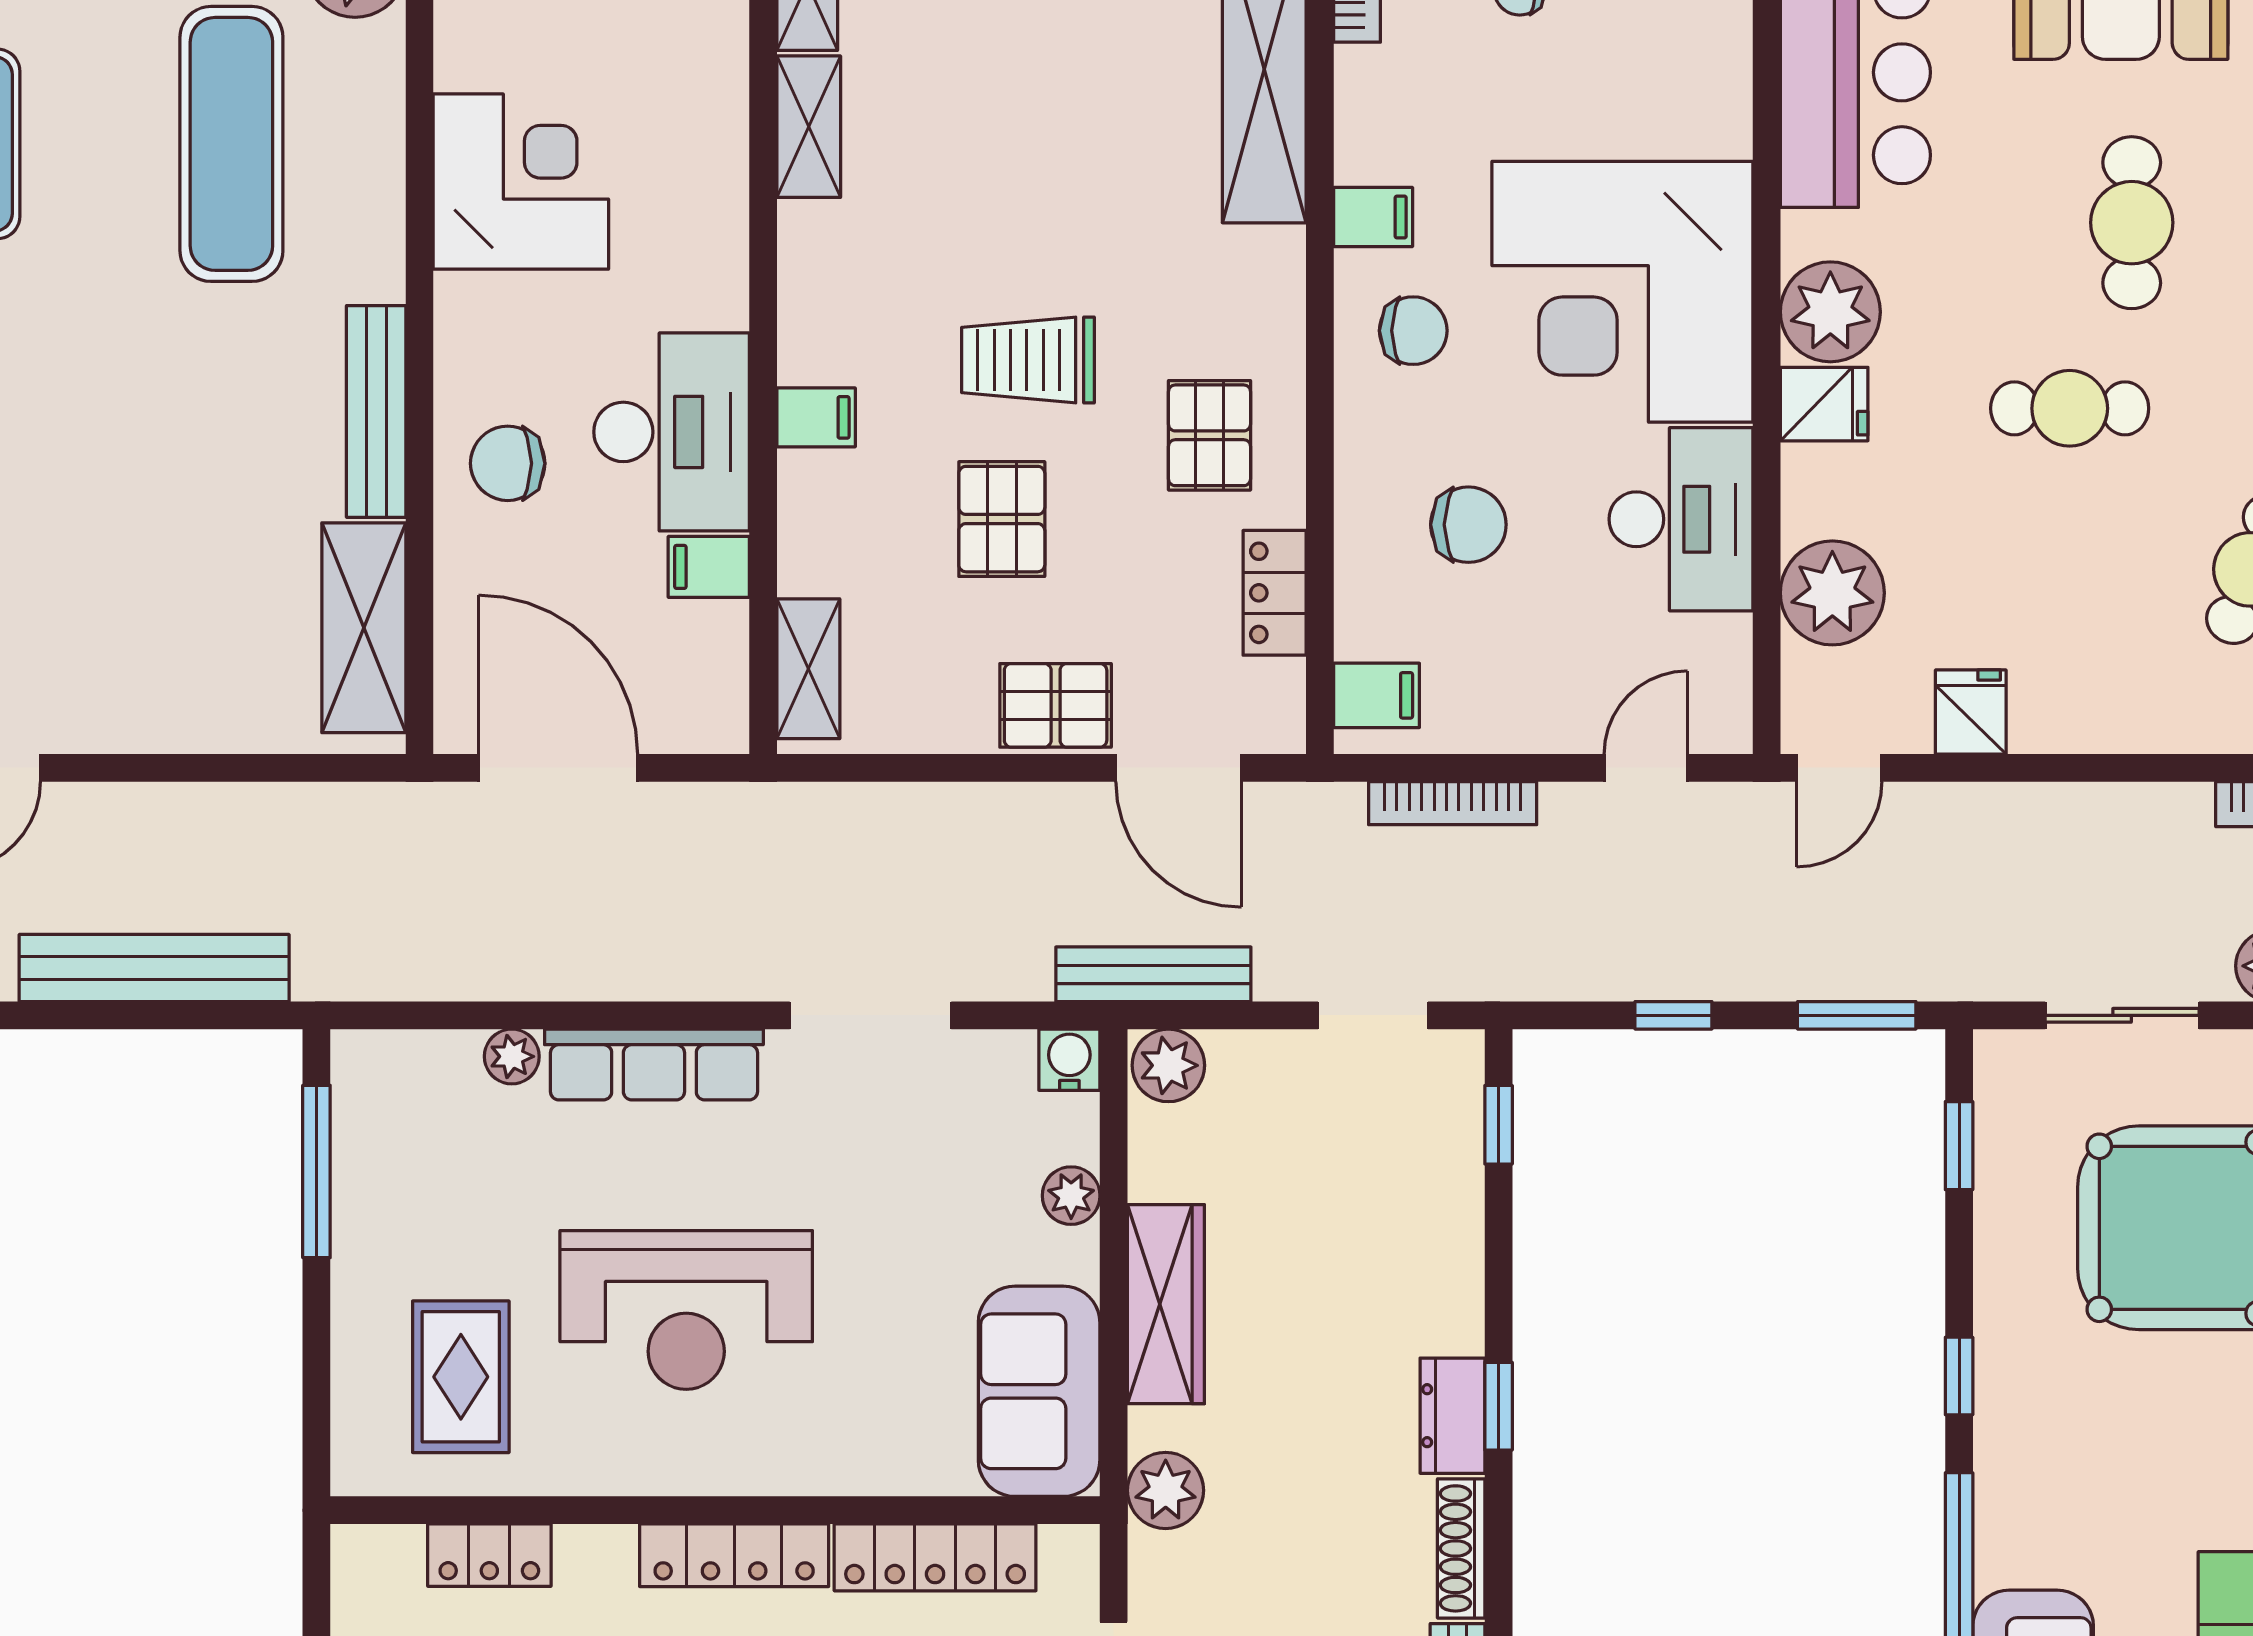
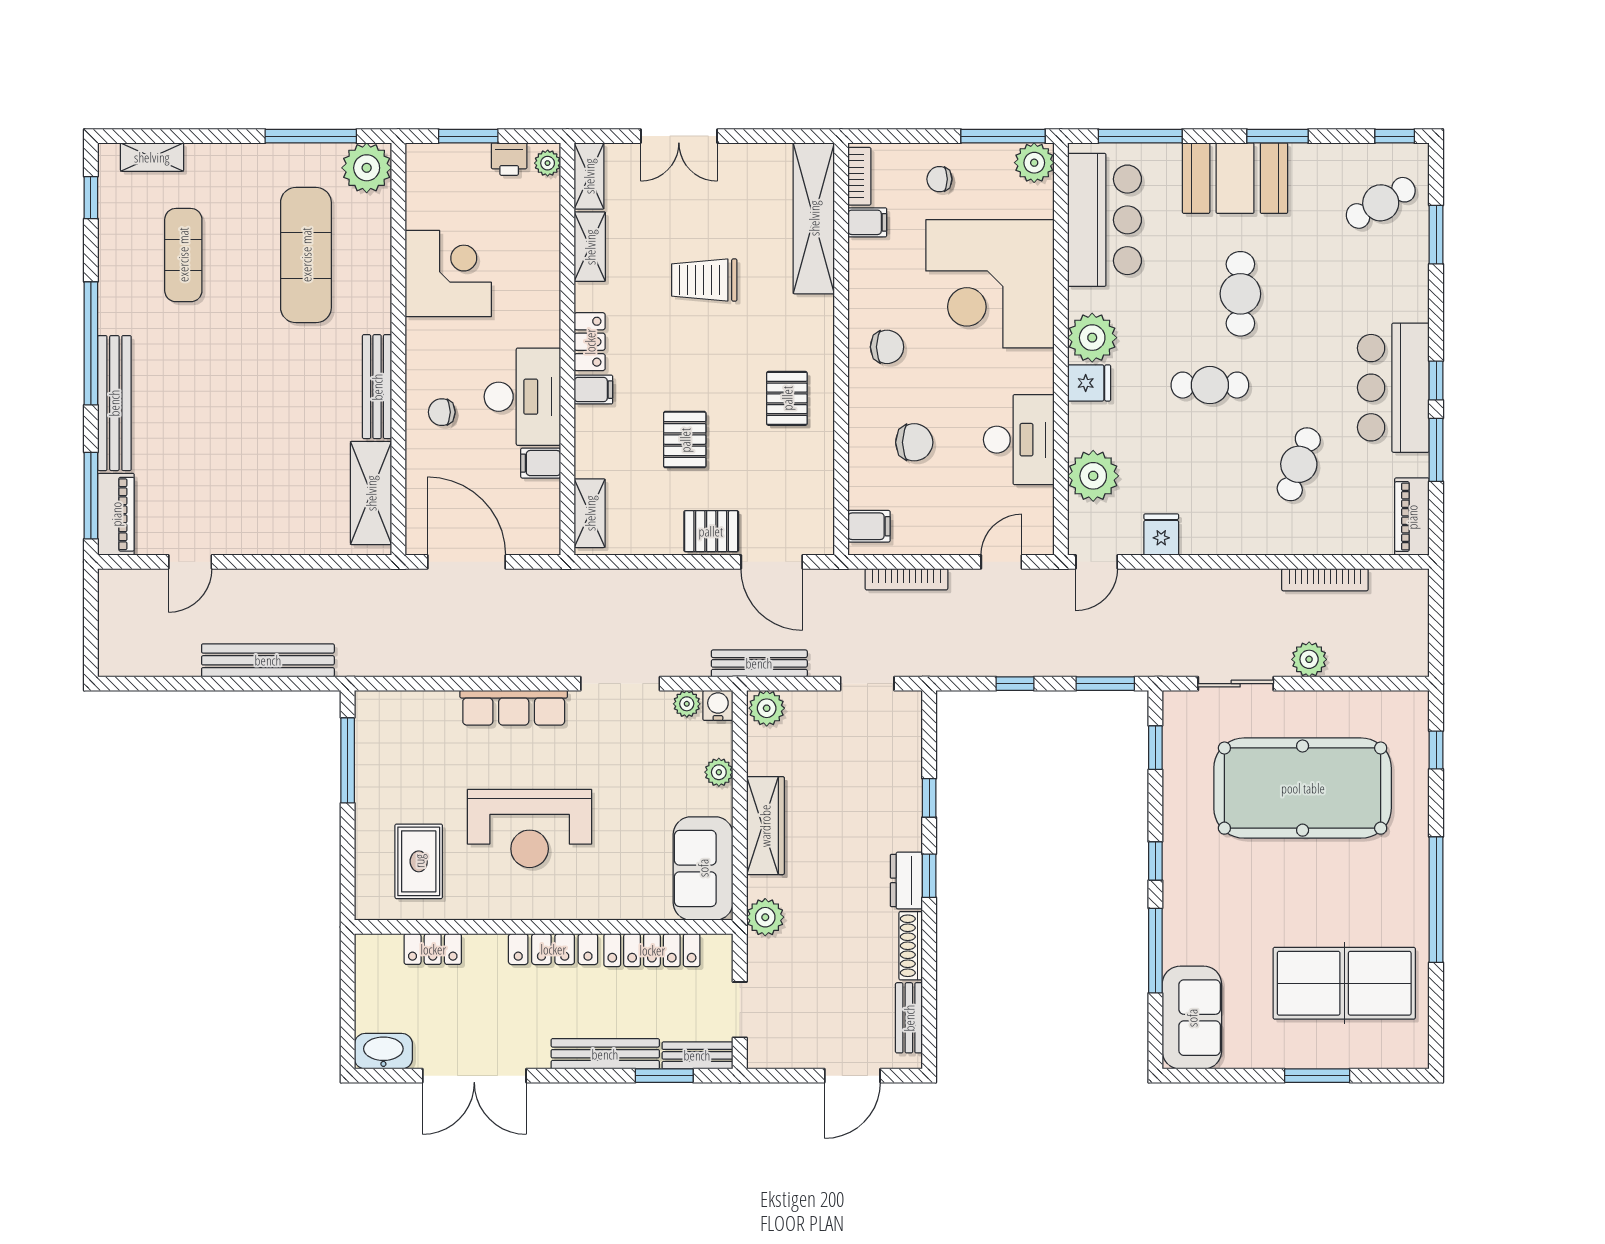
filing cabinet: (1373, 217) -> (867, 222), moved
corner desk: (1622, 292) -> (990, 284), moved
trolley: (1028, 360) -> (704, 280), moved
chair: (508, 463) -> (442, 412), width x0.73, depth x0.73
locker: (1275, 593) -> (590, 342), moved, turned 180
plant: (512, 1056) -> (687, 704), moved
window: (1499, 1125) -> (929, 798), moved

